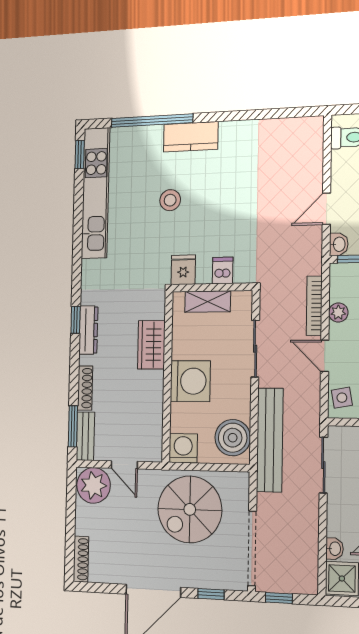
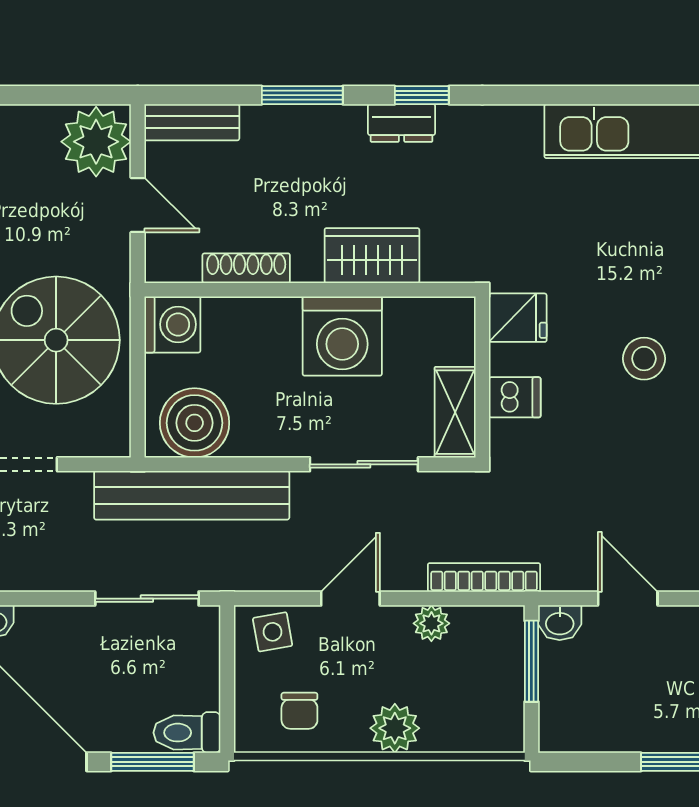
stool: (170, 200) -> (644, 359), moved
shelving: (208, 302) -> (455, 412), moved
bookcase: (314, 306) -> (484, 577), moved
dresser: (88, 330) -> (402, 123), width x0.70
washing machine: (190, 381) -> (342, 336), moved
shoe rack: (85, 388) -> (246, 268), moved, turned 180
window: (73, 426) -> (302, 95), moved
door: (124, 465) -> (138, 205), swing flipped

